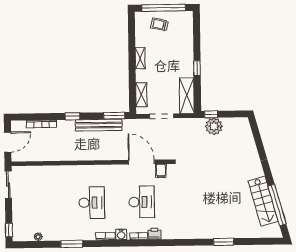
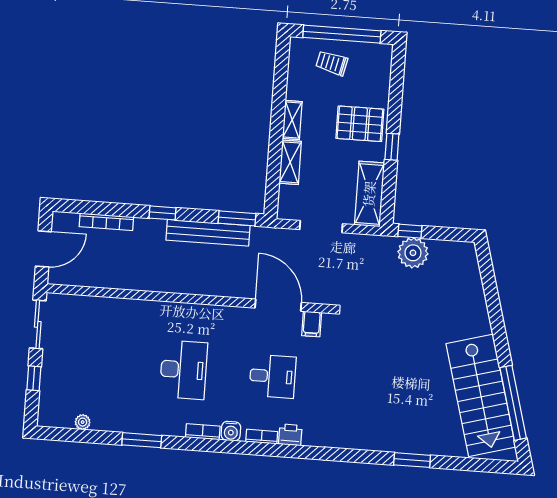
pallet: (178, 57) -> (360, 124), added
shelving: (141, 95) -> (290, 162), moved
stairs: (263, 201) -> (481, 395), width x1.36, depth x1.51
desk: (142, 202) -> (273, 376), width x0.73
window: (9, 230) -> (34, 378), moved

